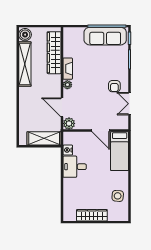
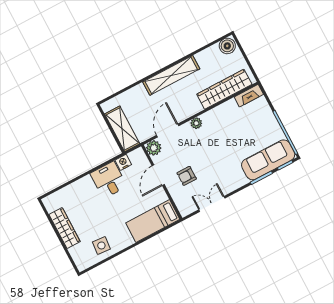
sofa: (105, 36) -> (268, 160), moved, turned 90
shelving: (25, 64) -> (171, 75), moved
fireplace: (68, 69) -> (249, 96), moved
armchair: (114, 86) -> (187, 176), moved
door: (101, 130) -> (158, 175), moved

